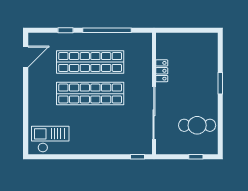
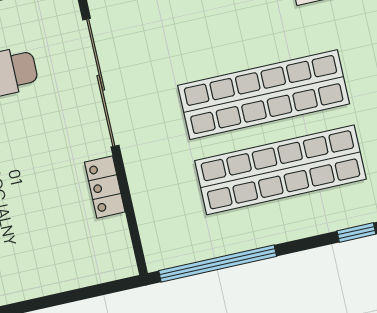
window: (107, 30) -> (218, 264), moved

